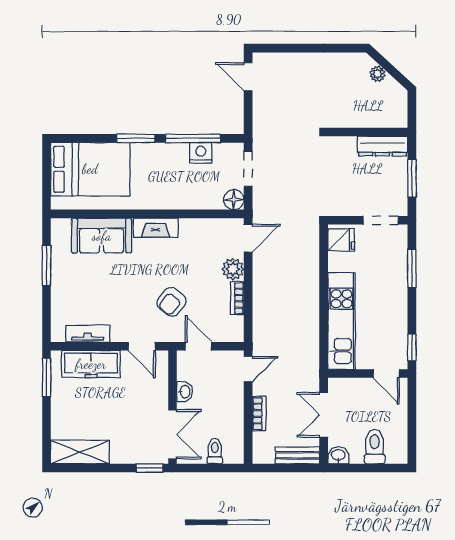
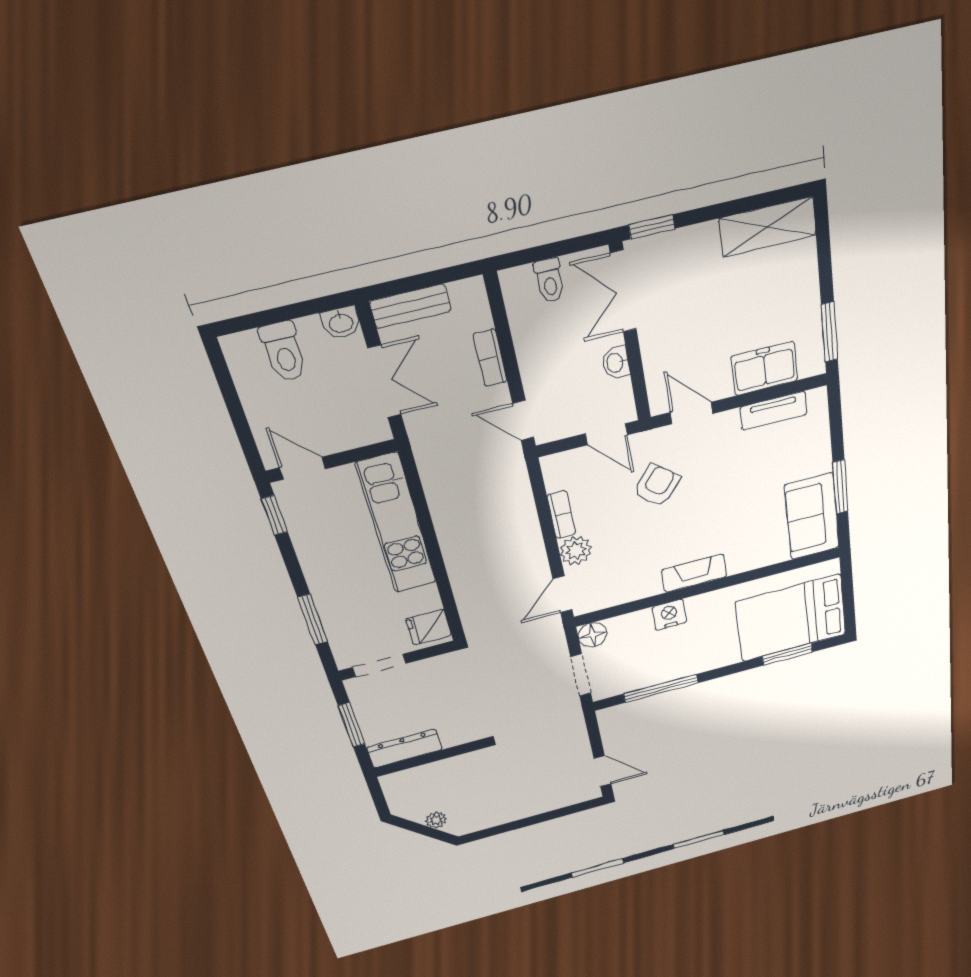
window: (136, 138) -> (787, 654), moved
nightstand: (201, 153) -> (669, 615), moved, turned 180
sofa: (102, 236) -> (812, 516), moved, turned -90
freezer: (91, 364) -> (764, 368), width x0.71
door: (248, 369) -> (523, 420), hinge flipped

